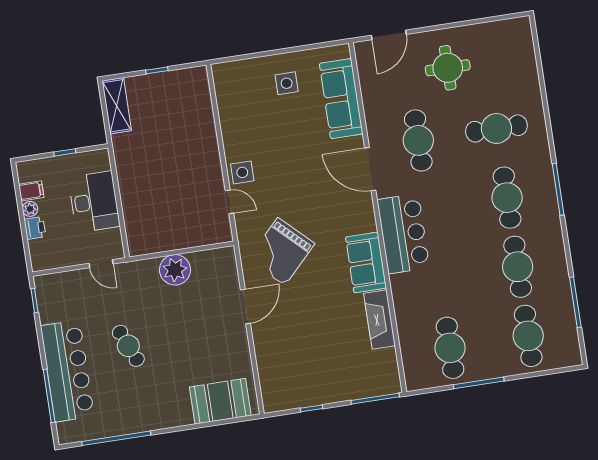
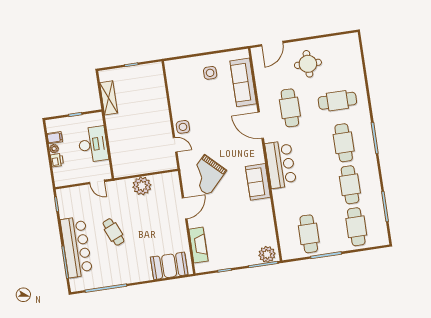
shelving: (117, 106) -> (109, 98), moved
fireplace: (380, 319) -> (198, 245), moved, turned 180
plant: (381, 382) -> (267, 254), added

